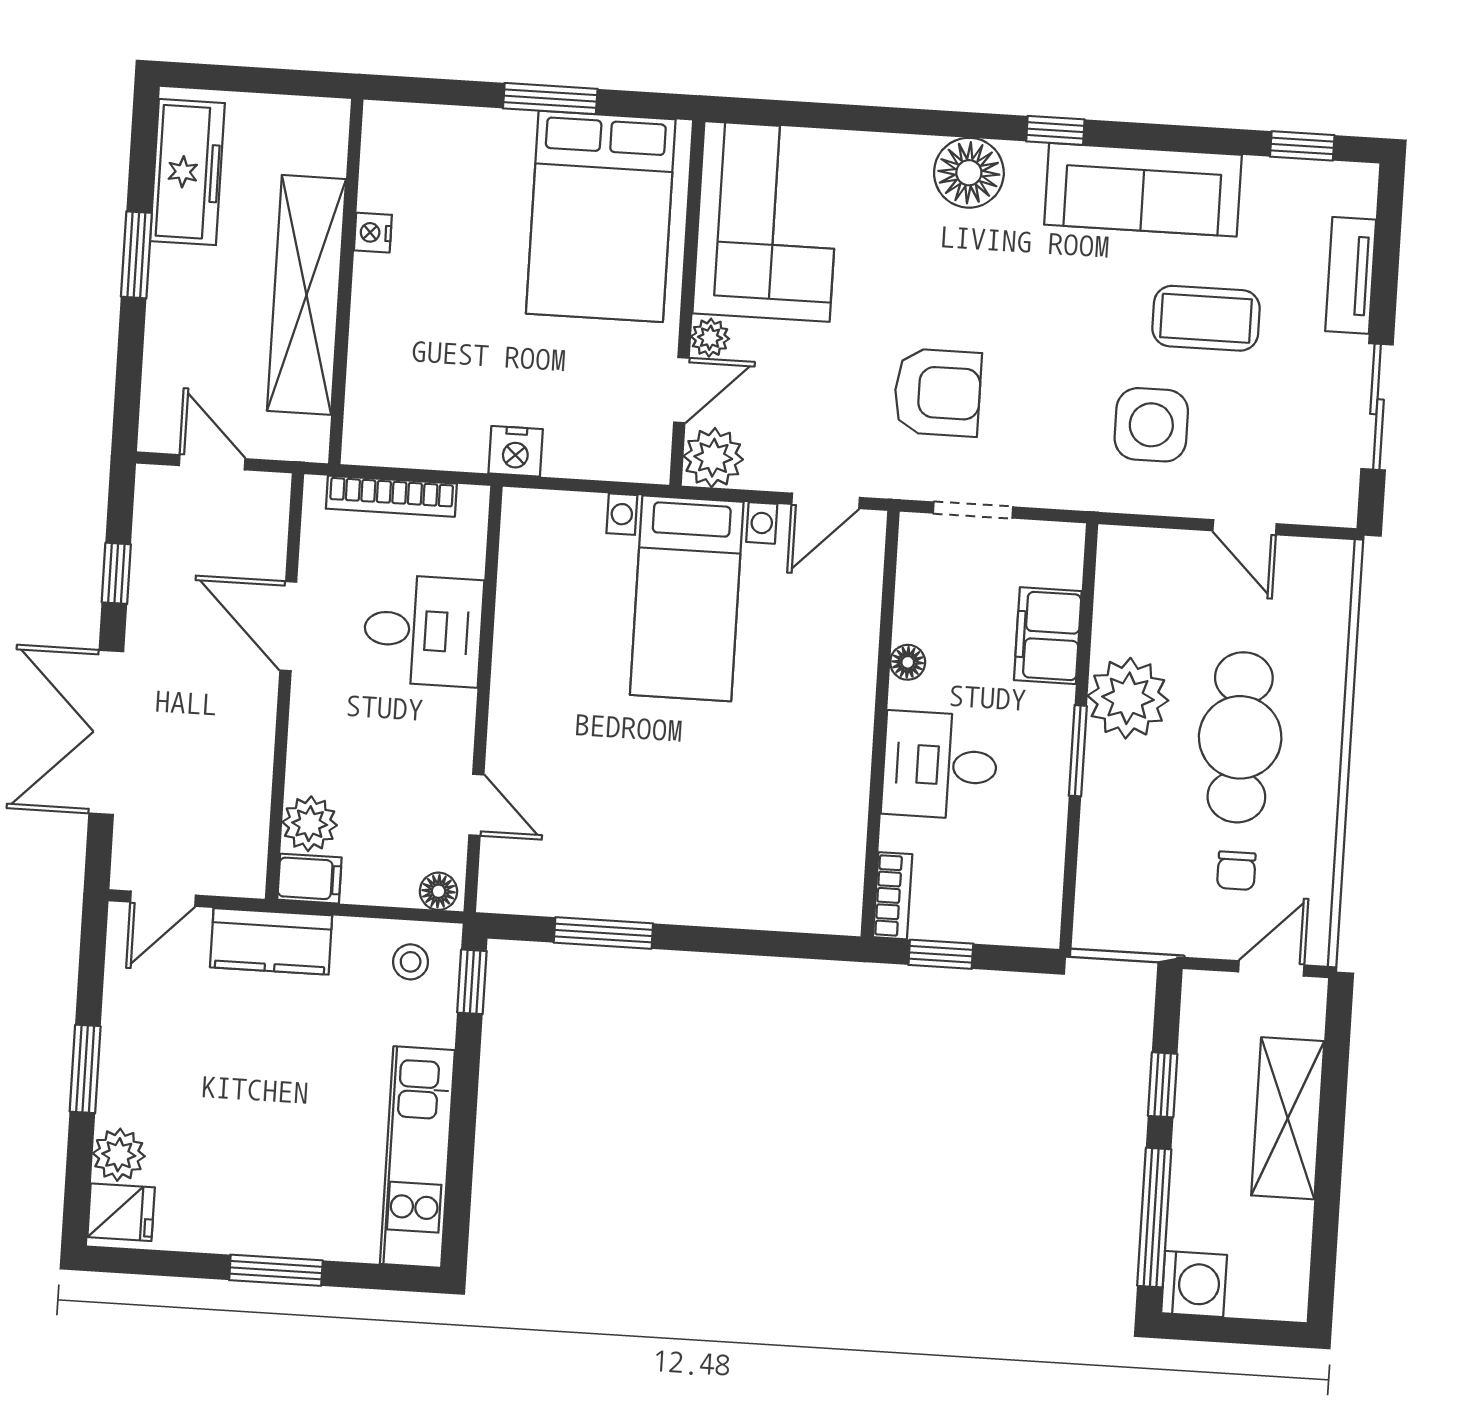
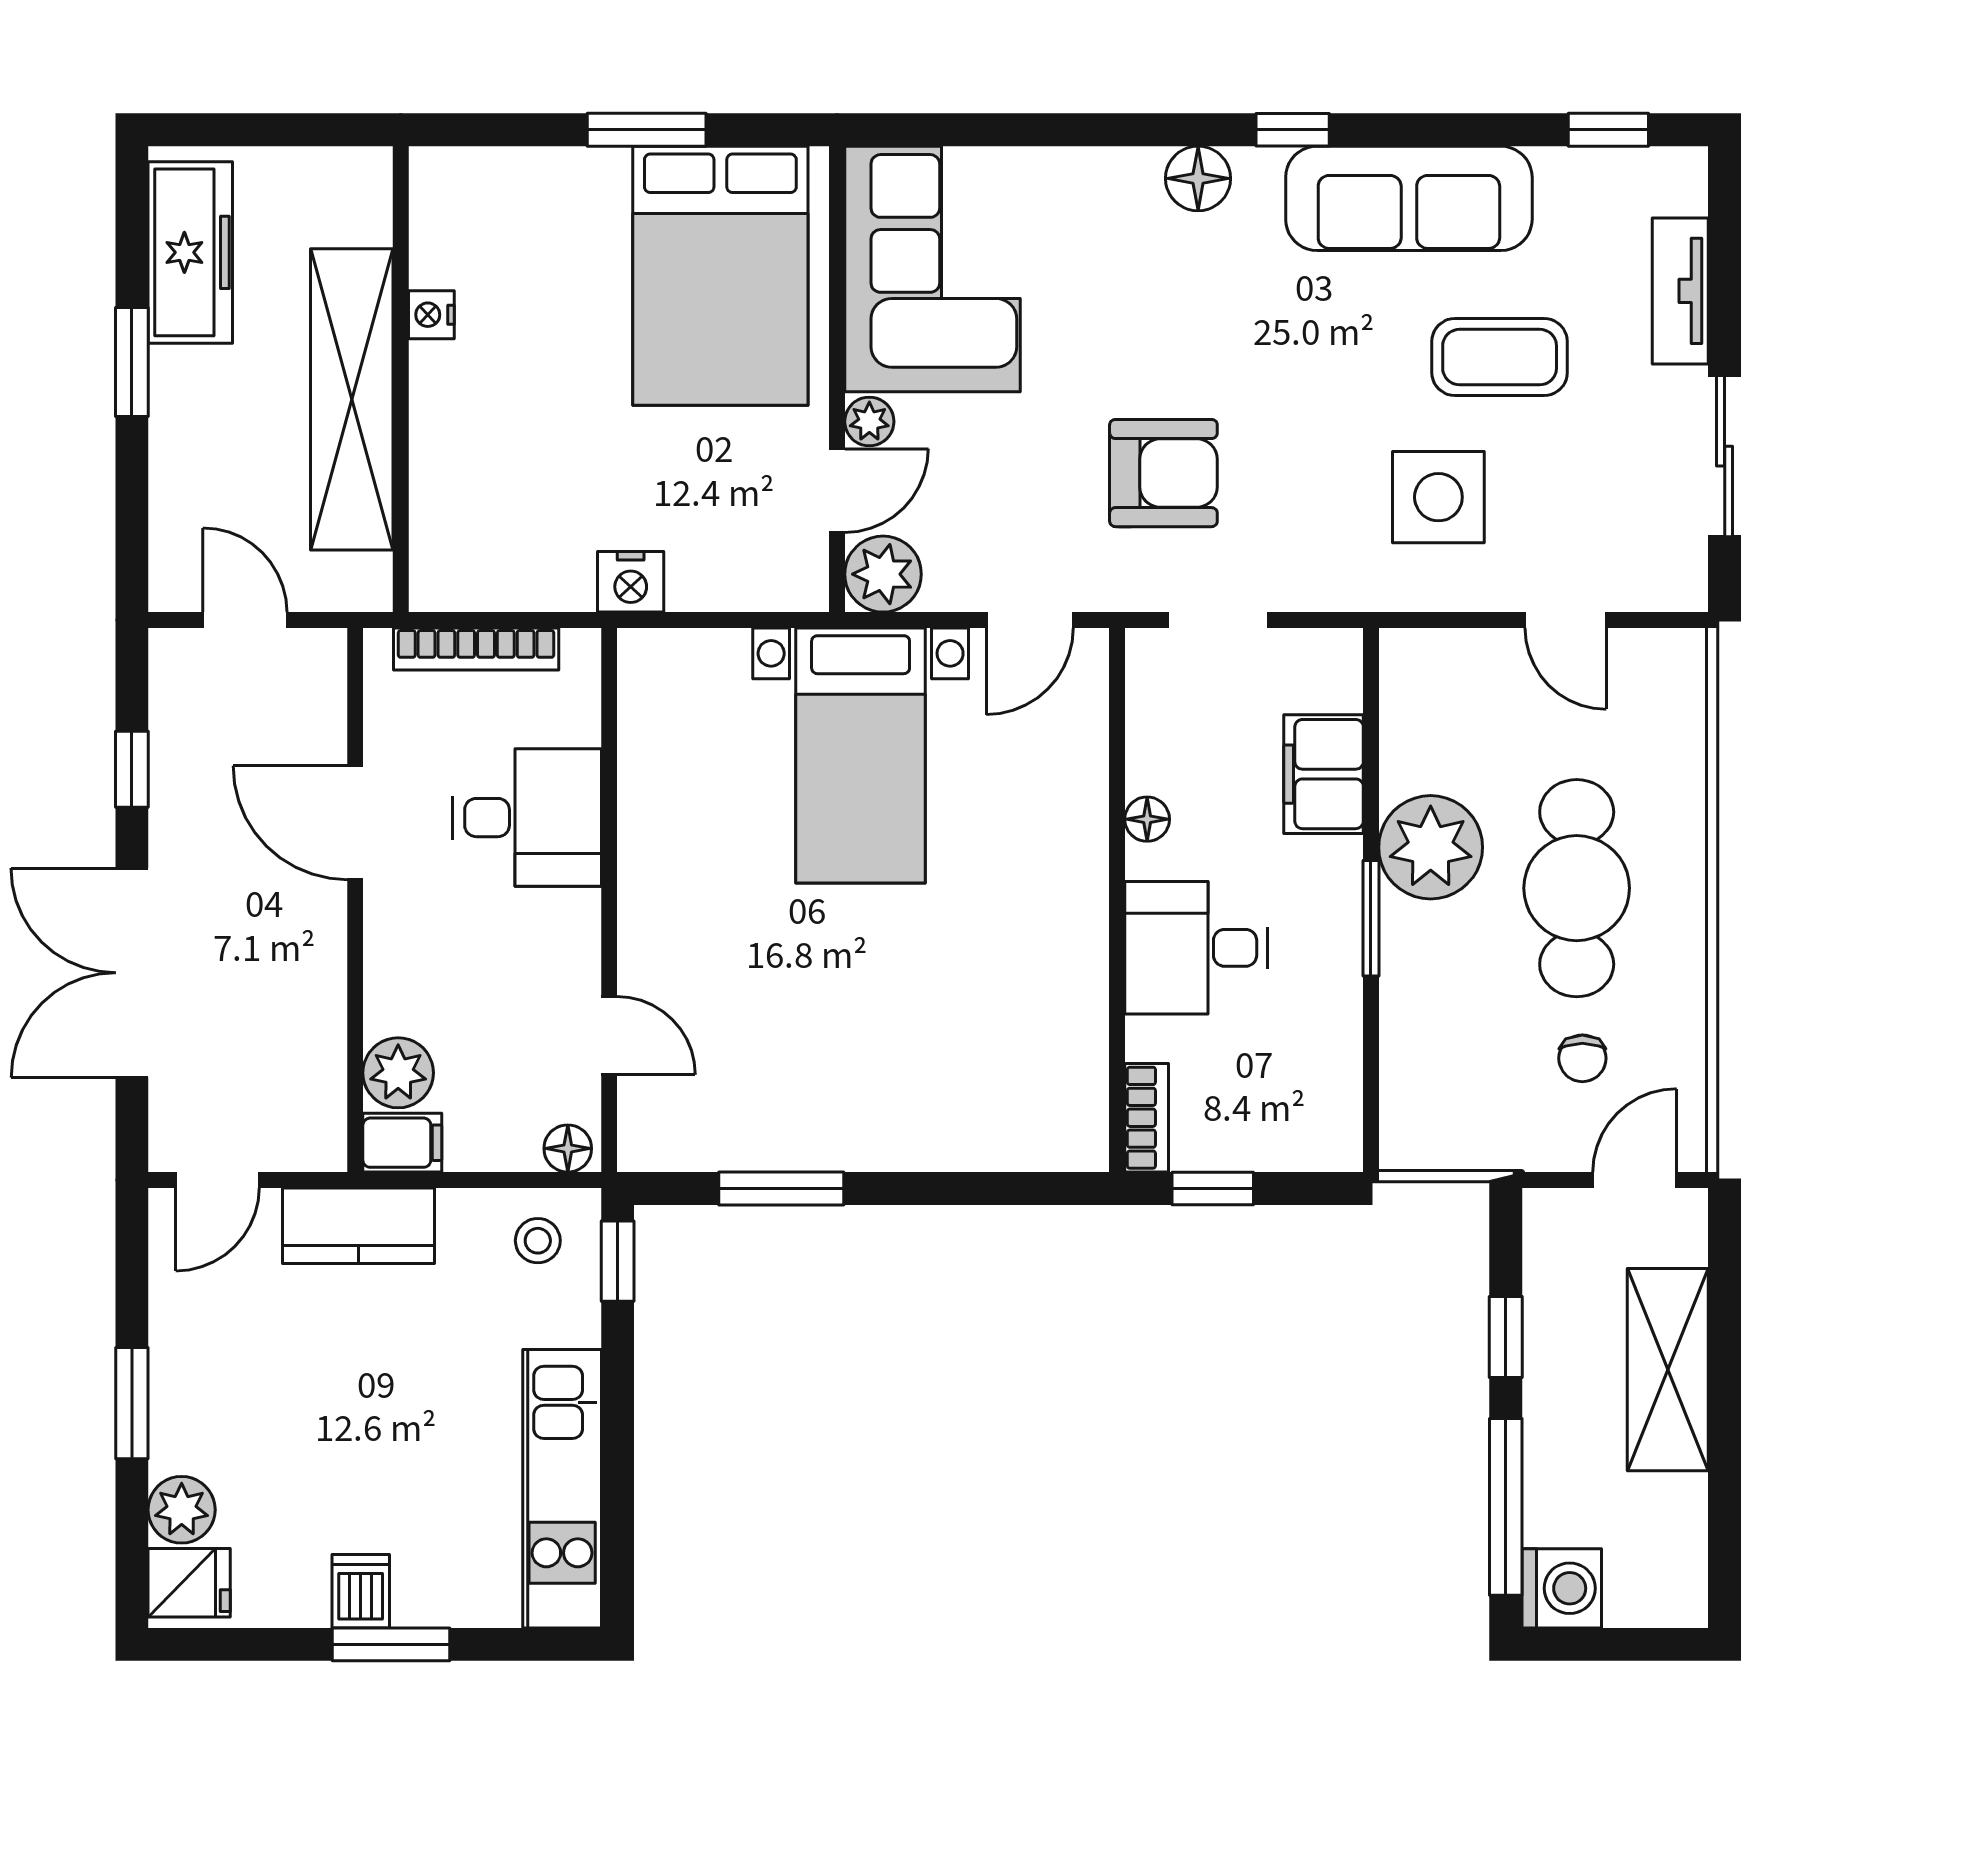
floor lamp: (969, 173) -> (1198, 178), width x0.73, depth x0.73
dishwasher: (255, 1227) -> (361, 1591), added

